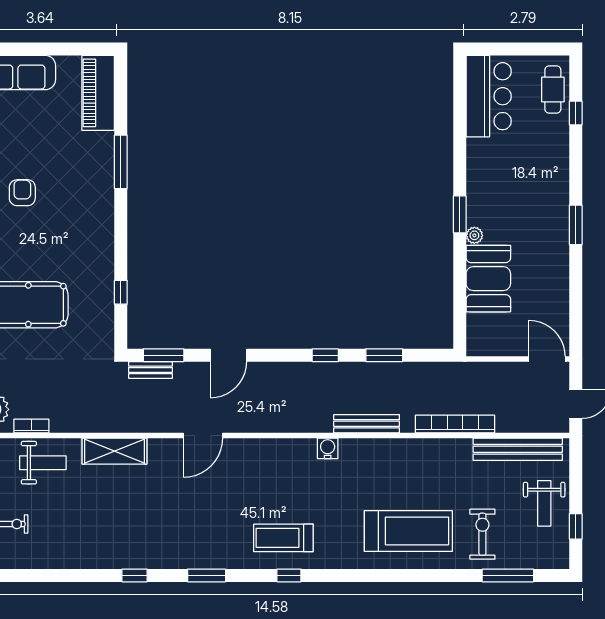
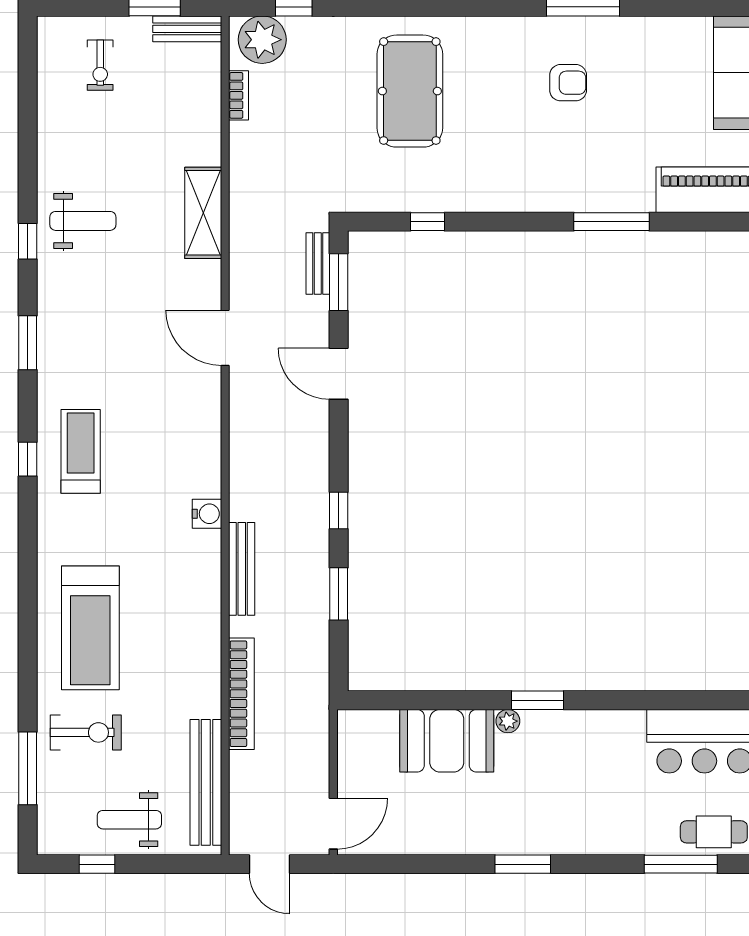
window: (576, 113) -> (681, 864), width x2.17
weight bench: (43, 463) -> (83, 221), moved, turned -90

